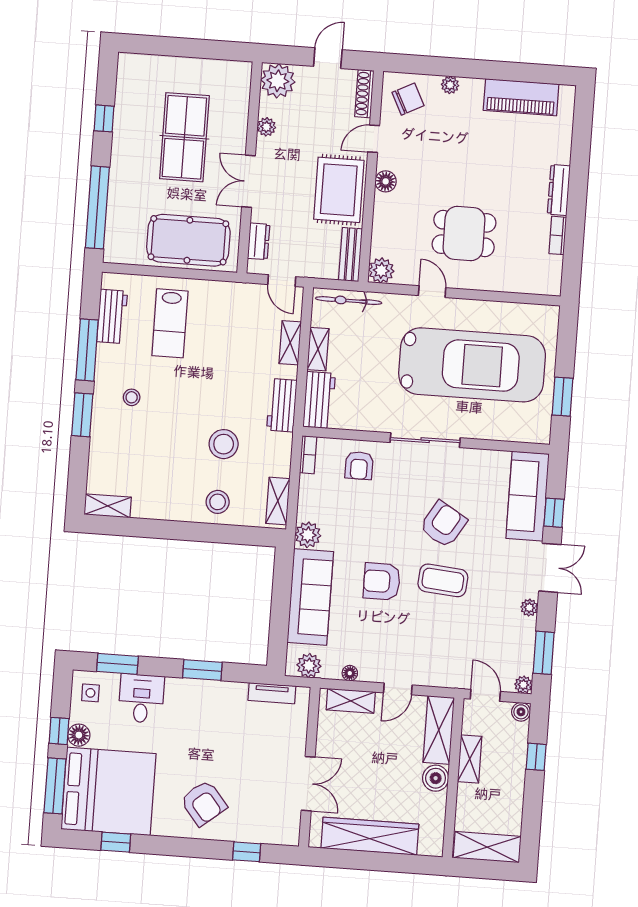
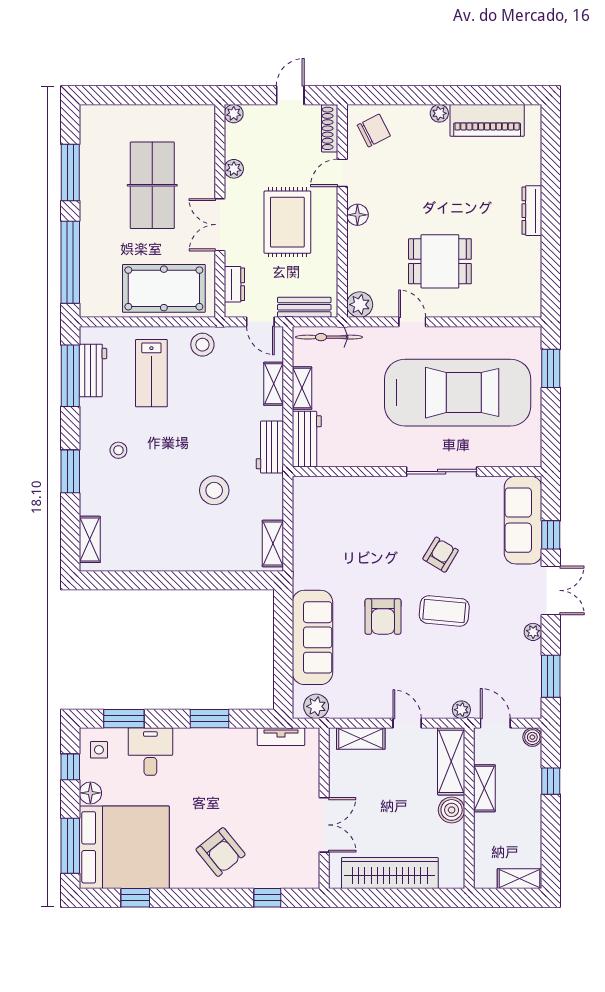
plant: (278, 81) -> (234, 114), width x0.53, depth x0.53
plant: (450, 85) -> (439, 113), moved
window: (104, 118) -> (70, 172), width x2.17
rug: (339, 190) -> (287, 222), moved
bookcase: (558, 235) -> (534, 256), removed
bench: (350, 255) -> (304, 307), moved, turned 90
window: (87, 350) -> (70, 376), moved
window: (563, 397) -> (551, 368), moved
sliding door: (425, 440) -> (442, 472), moved
bookcase: (308, 455) -> (300, 495), removed
armchair: (359, 465) -> (352, 502), removed
stool: (218, 502) -> (202, 345), moved
shelving: (108, 506) -> (90, 539), moved, turned 90
armchair: (443, 524) -> (441, 555), width x0.72, depth x0.72
plant: (308, 535) -> (306, 575), removed
armchair: (382, 581) -> (383, 617), turned -90
floor lamp: (350, 673) -> (358, 711), removed
plant: (523, 685) -> (461, 710), moved
door: (398, 689) -> (407, 723), swing flipped
window: (59, 731) -> (70, 767), moved
shelving: (487, 847) -> (520, 879), width x0.67, depth x0.75

